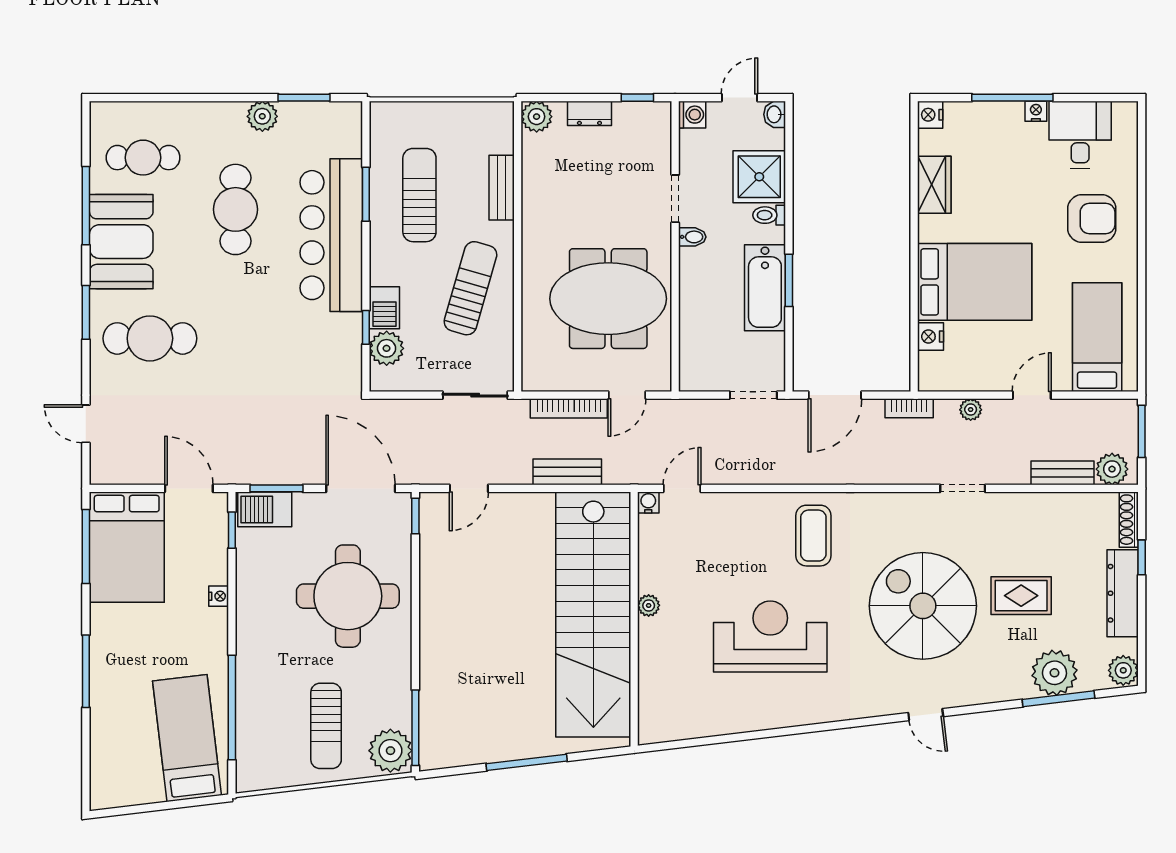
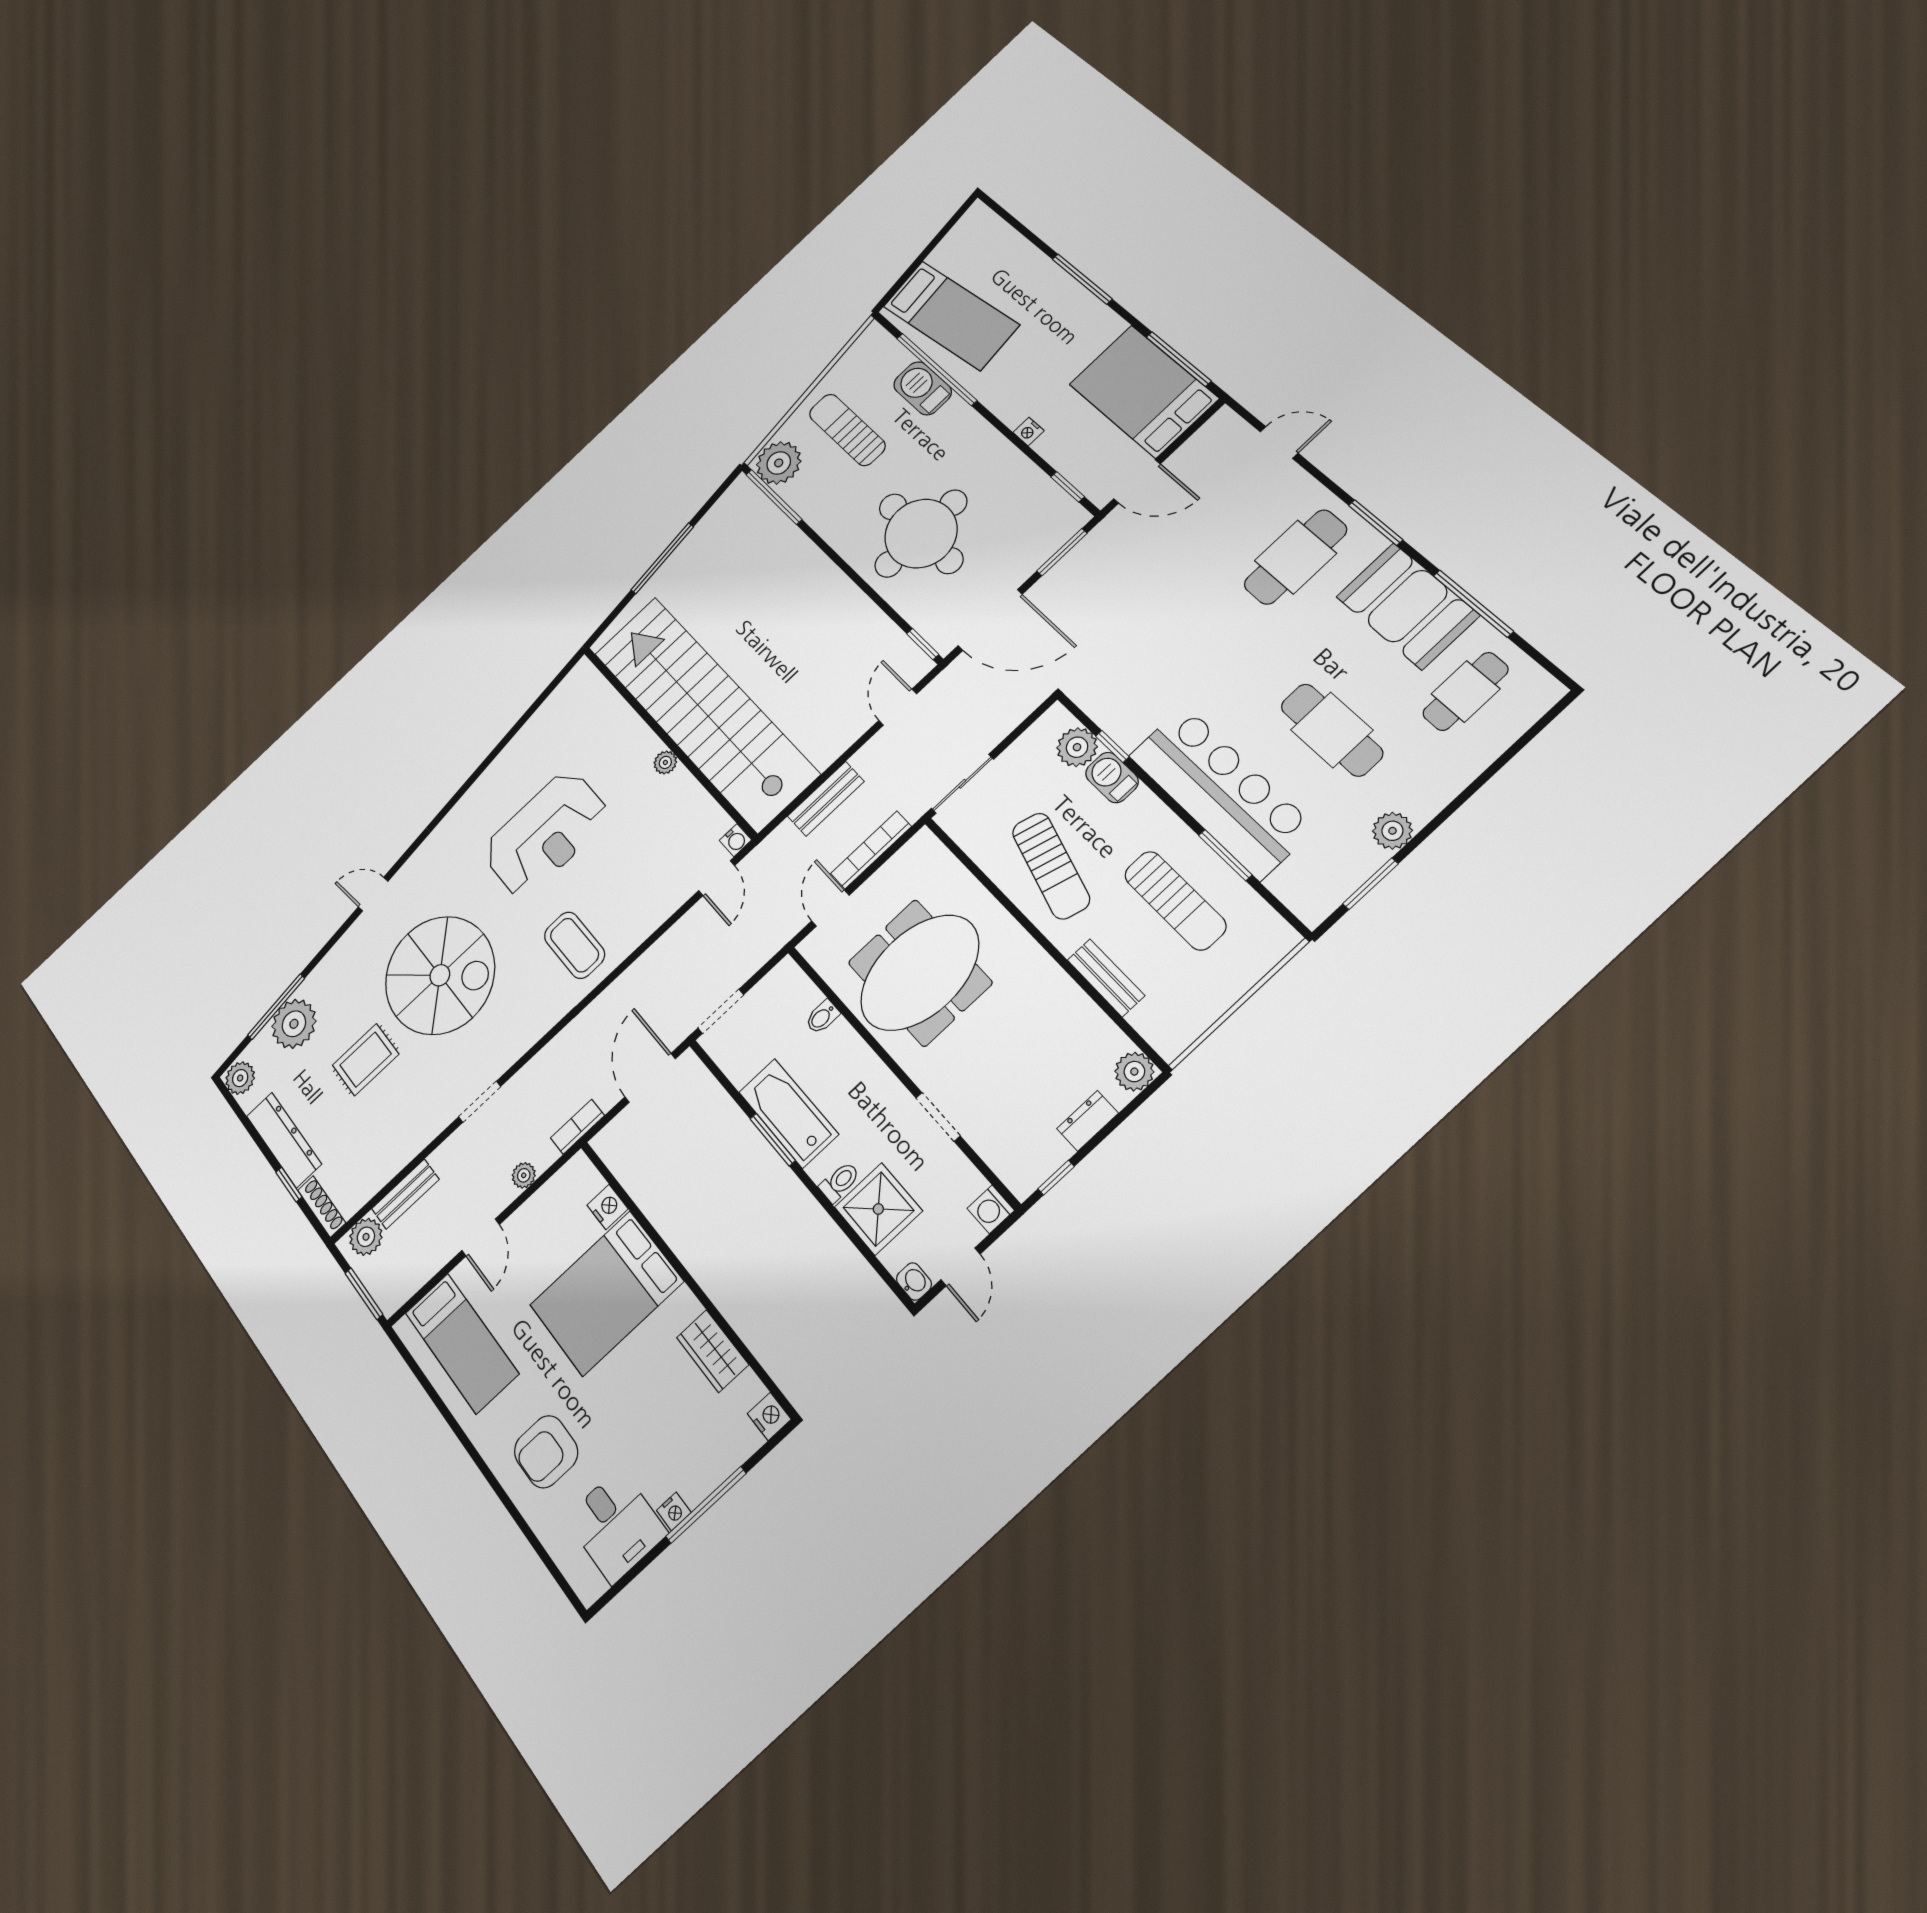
bidet: (692, 237) -> (822, 1017), moved
barbecue: (265, 509) -> (923, 388), moved, turned -90

